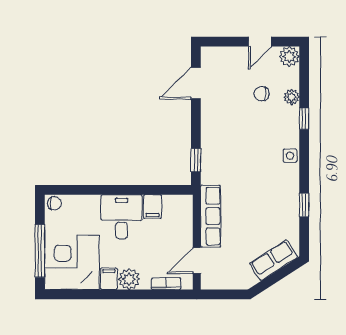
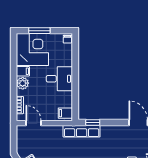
filing cabinet: (153, 207) -> (65, 113), moved
row of seats: (211, 216) -> (82, 131), moved
window: (40, 251) -> (39, 31), width x0.69

